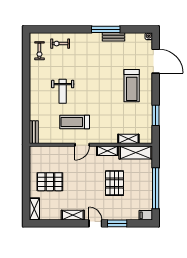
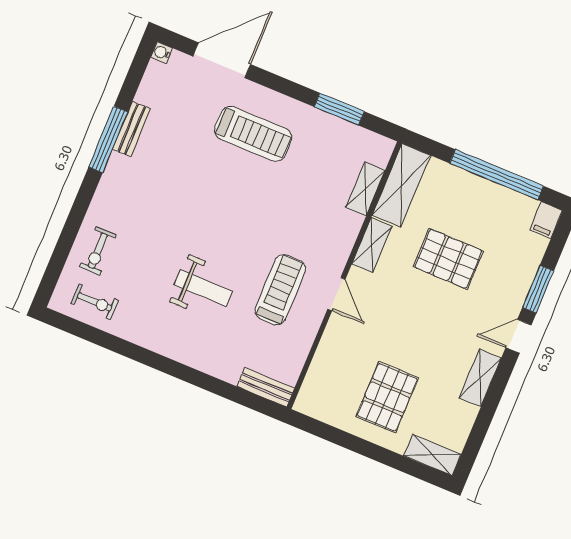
treadmill: (75, 122) -> (280, 290), turned 180

